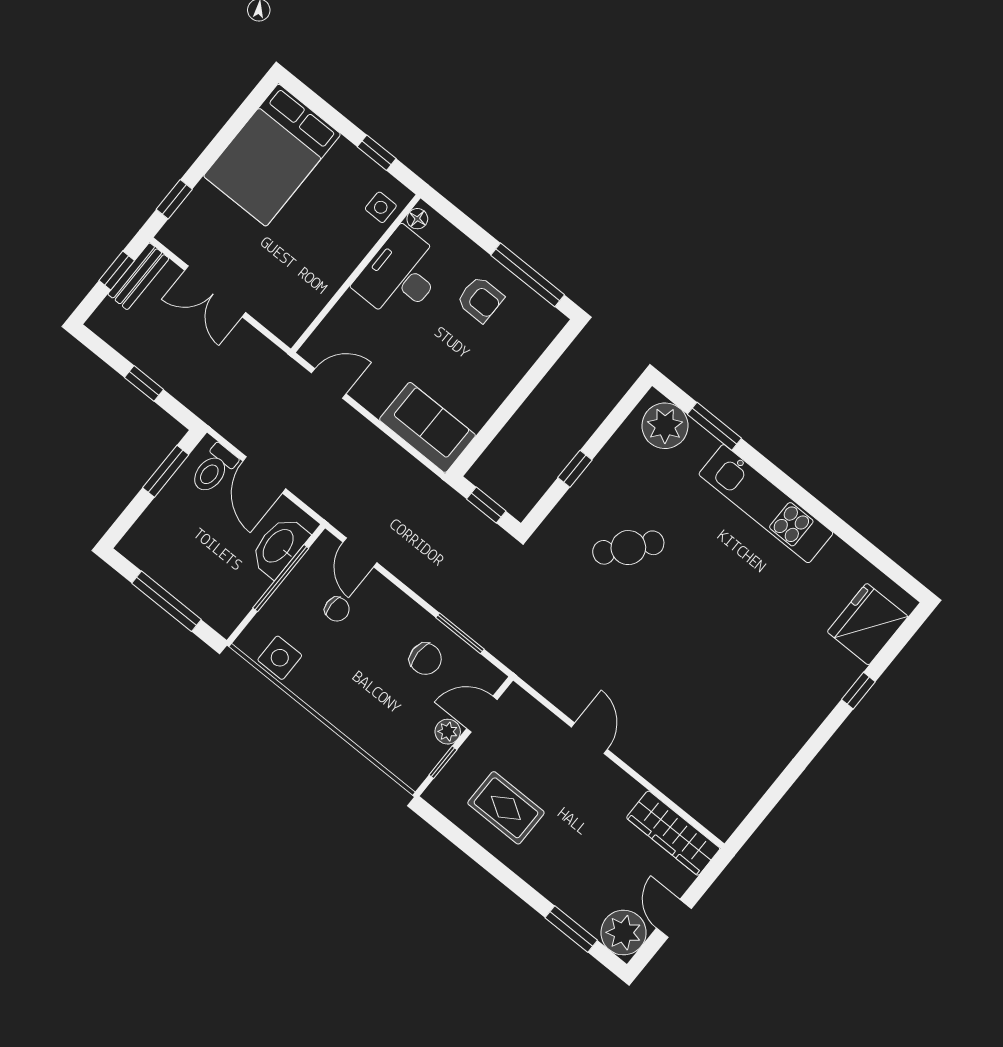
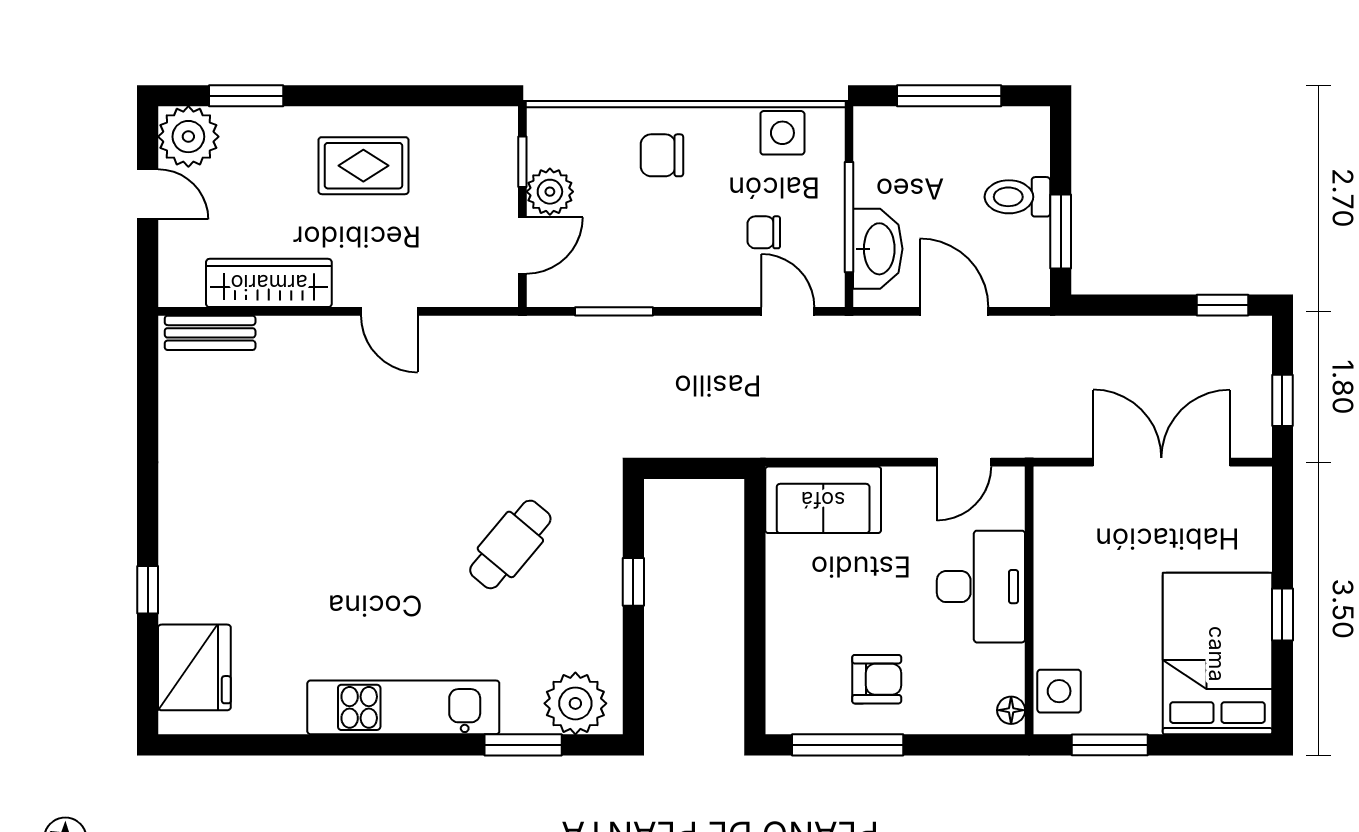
window: (377, 153) -> (1110, 745), width x1.50
window: (174, 199) -> (1282, 614), moved
side table: (381, 207) -> (1059, 691), width x1.37, depth x1.37
desk: (401, 275) -> (981, 587), moved
bench: (138, 276) -> (210, 333), moved, turned 90
double door: (215, 291) -> (1161, 462), width x1.37
armchair: (480, 299) -> (877, 679), turned 180
window: (144, 383) -> (1222, 305), moved
toilet: (214, 469) -> (1017, 197), moved, turned -90
window: (486, 505) -> (696, 468), removed
chair: (425, 659) -> (662, 155), moved
plant: (448, 732) -> (550, 192), width x1.38, depth x1.38
rug: (506, 808) -> (363, 166), moved
wardrobe: (673, 833) -> (269, 283), moved

